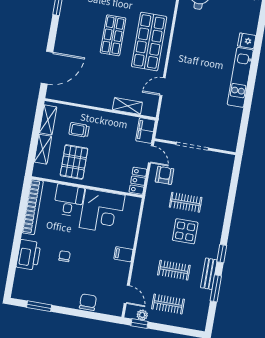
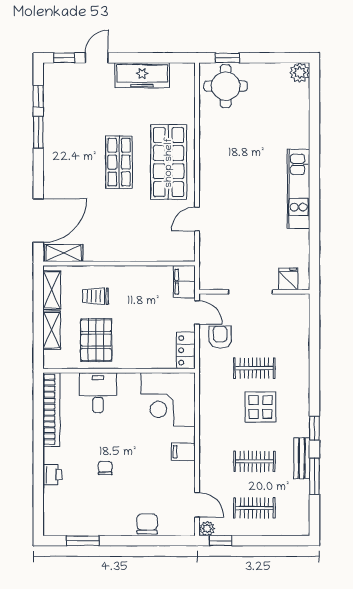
fridge: (247, 41) -> (288, 279), moved, turned 90
shelving: (127, 106) -> (64, 253), moved
corner desk: (102, 211) -> (168, 400), moved, turned 90
printer: (28, 255) -> (52, 475), width x0.53, depth x0.68
plant: (142, 315) -> (207, 529), moved

